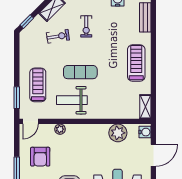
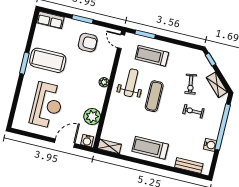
treadmill: (136, 63) -> (150, 148), turned 180
treadmill: (38, 85) -> (152, 56), turned 180
plant: (60, 129) -> (104, 82), moved
door: (153, 155) -> (65, 143), swing flipped
armchair: (40, 157) -> (88, 42), turned 180

